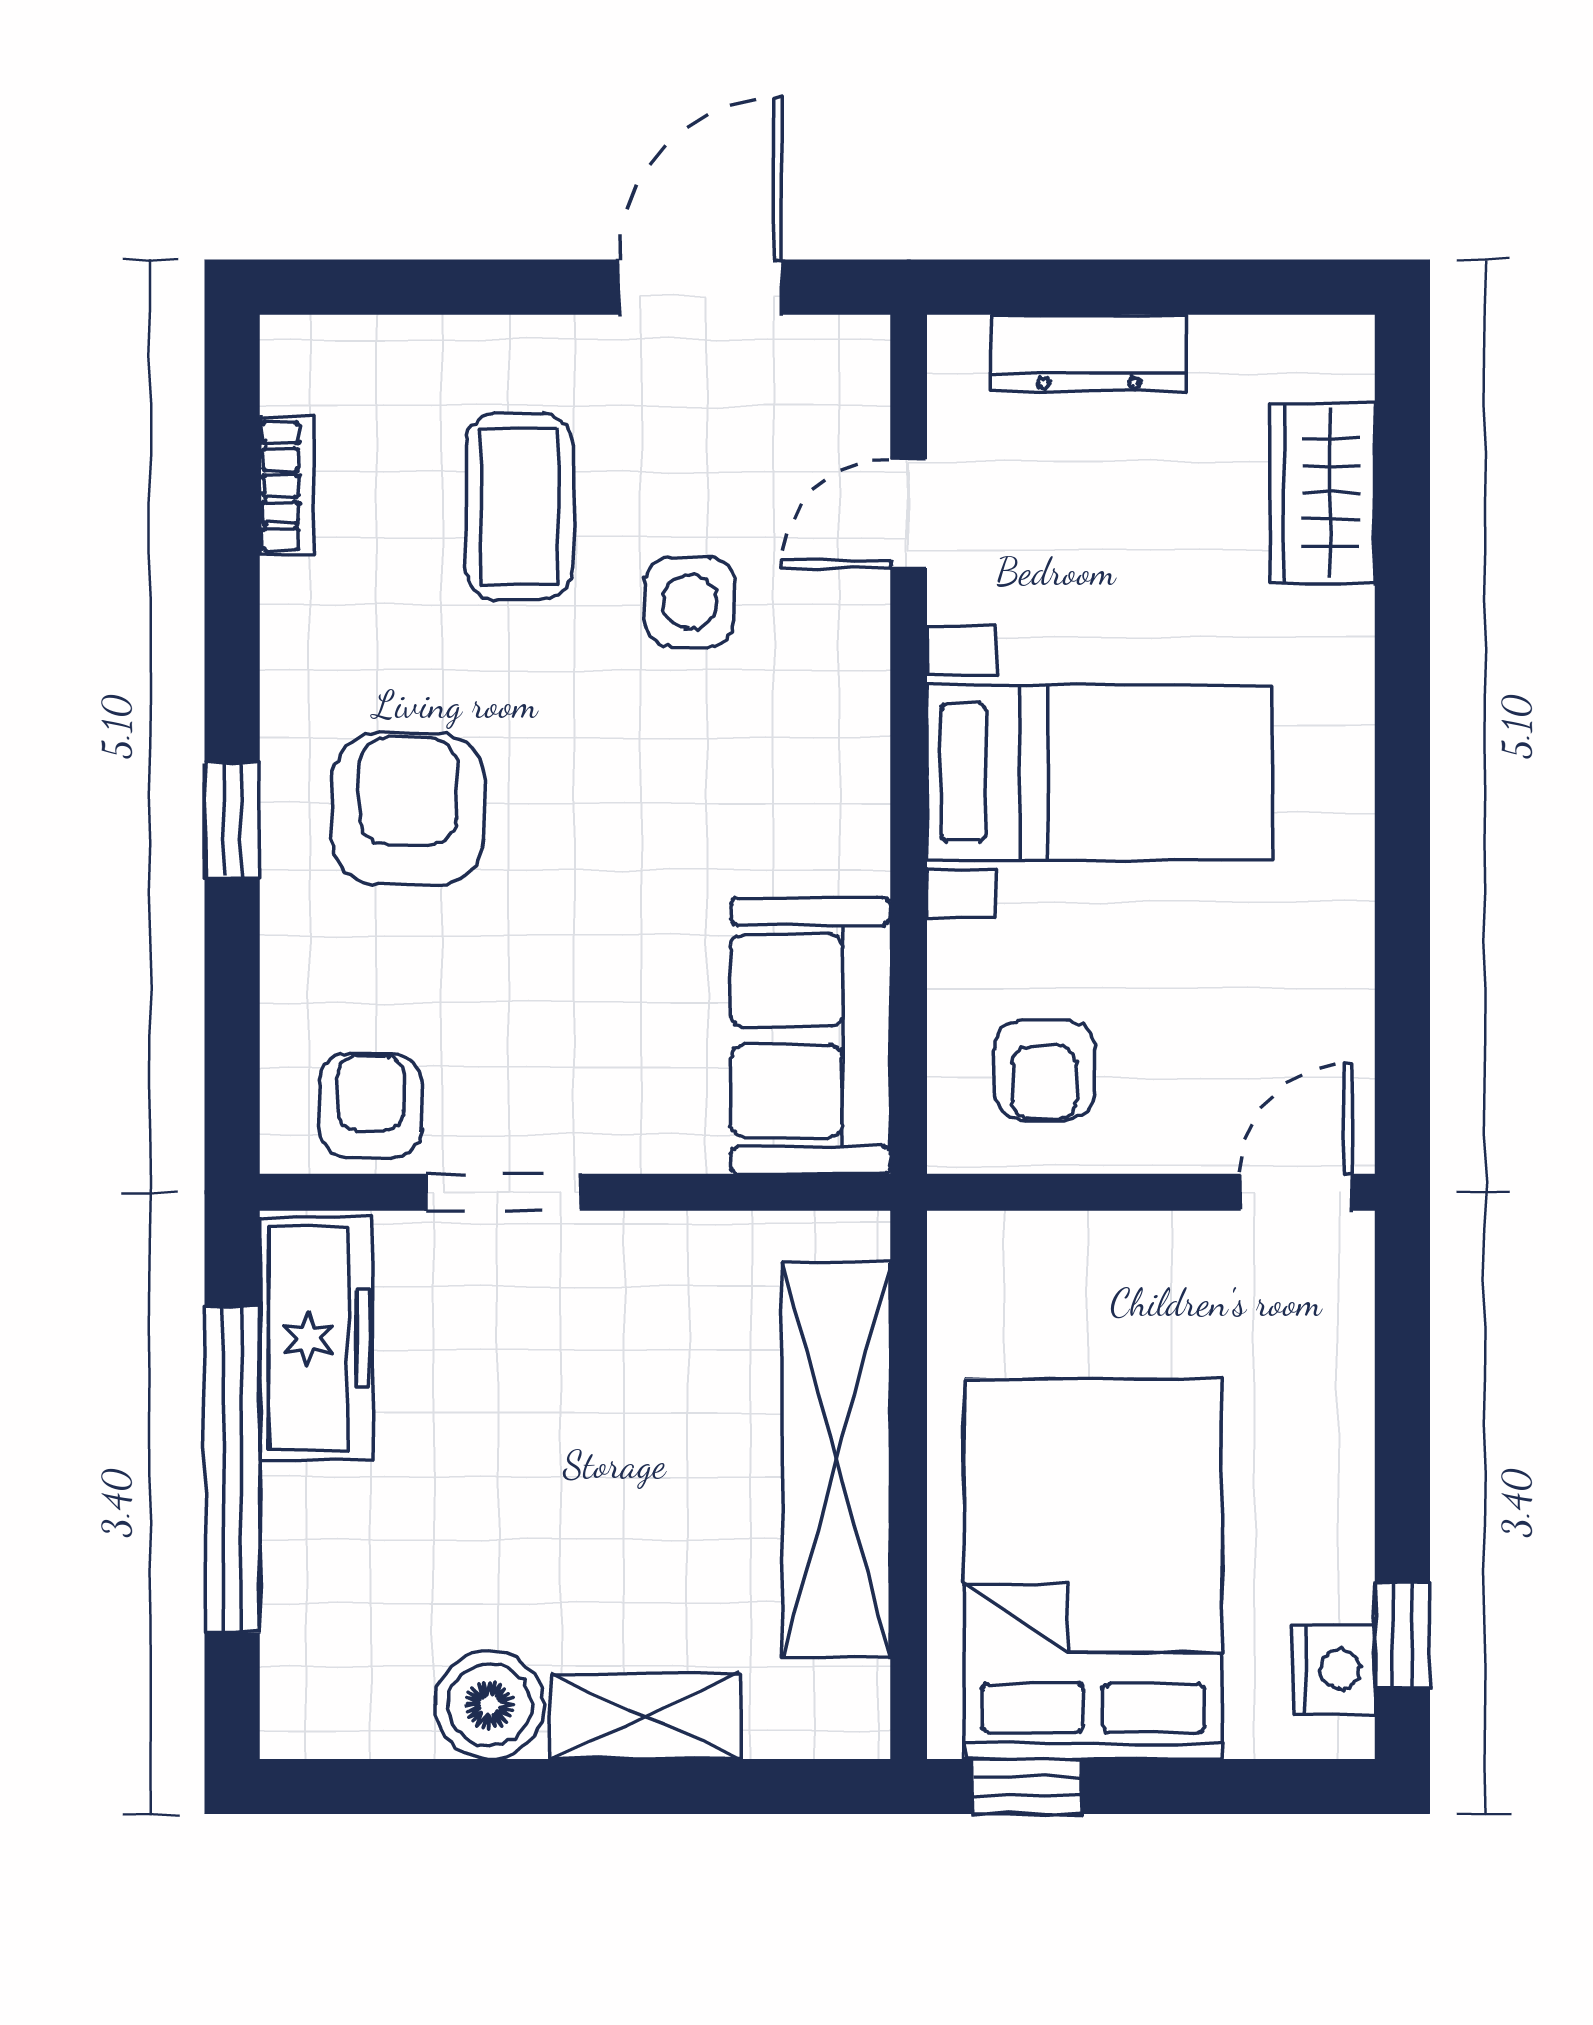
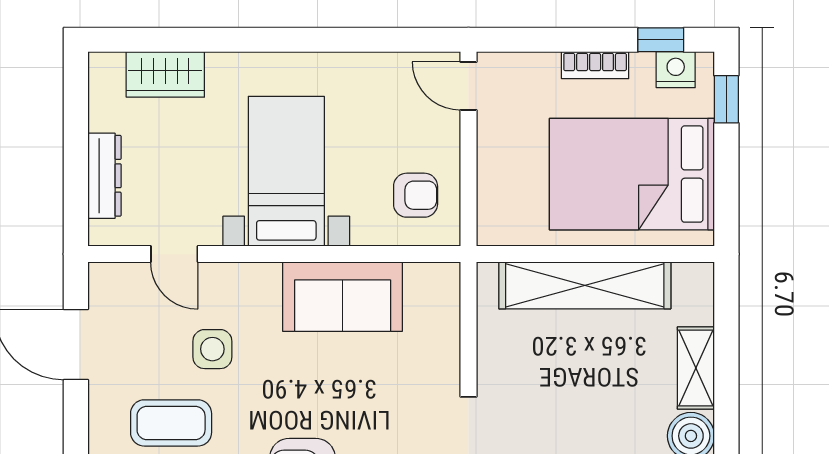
sofa: (811, 1036) -> (343, 297), moved
bookcase: (1344, 1484) -> (595, 65), added
window: (1027, 1786) -> (726, 99), moved

